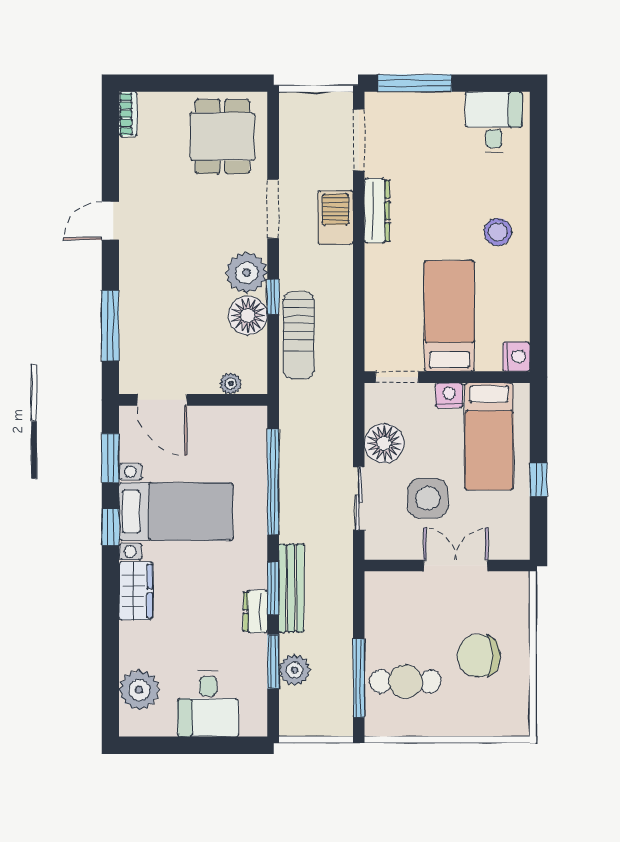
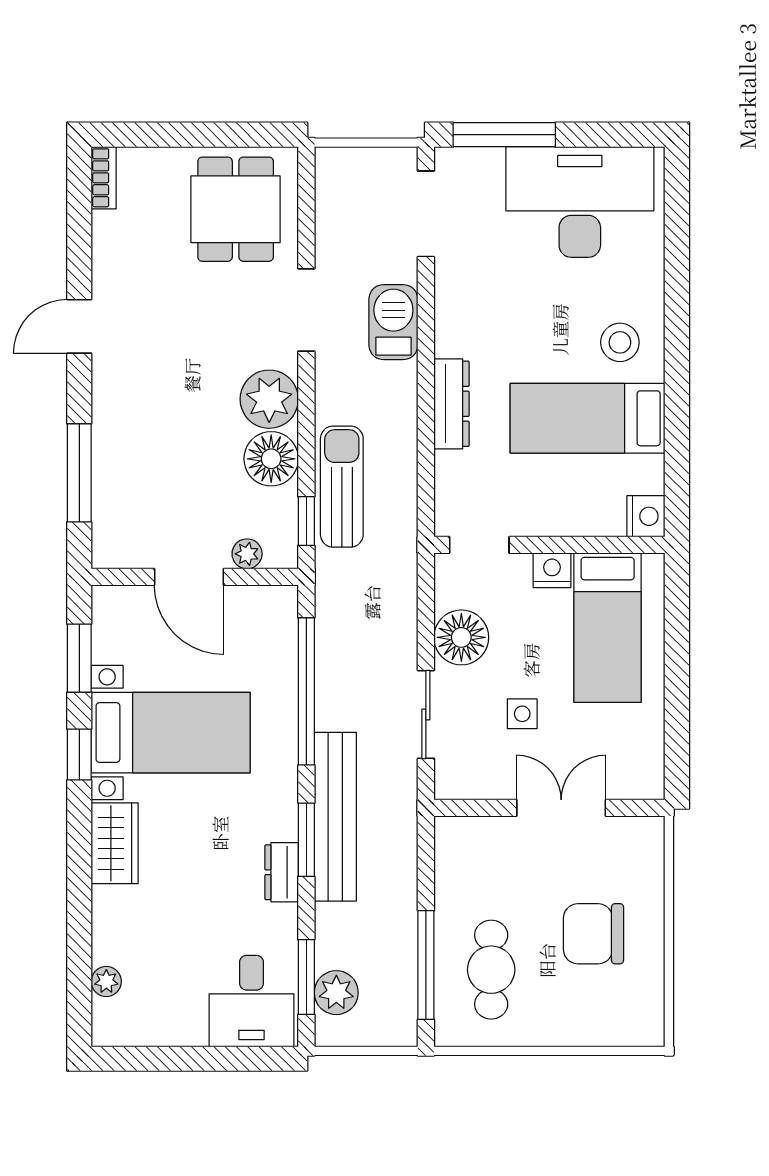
desk: (494, 122) -> (580, 202), width x1.87, depth x1.30
dresser: (377, 211) -> (451, 404), moved
window: (273, 297) -> (306, 521), moved
bed: (449, 316) -> (588, 418), moved, turned -90
sun lounger: (299, 335) -> (342, 487), turned 180
door: (162, 400) -> (189, 577), moved
window: (539, 480) -> (677, 688), removed
side table: (428, 498) -> (522, 714), width x0.54, depth x0.54
bench: (291, 588) -> (335, 817), width x1.37, depth x1.21
window: (273, 662) -> (306, 977), moved
plant: (295, 670) -> (336, 993), moved
cafe table: (406, 681) -> (491, 970), turned 90
plant: (139, 690) -> (106, 981), width x0.53, depth x0.53
desk: (208, 704) -> (251, 1001), moved

